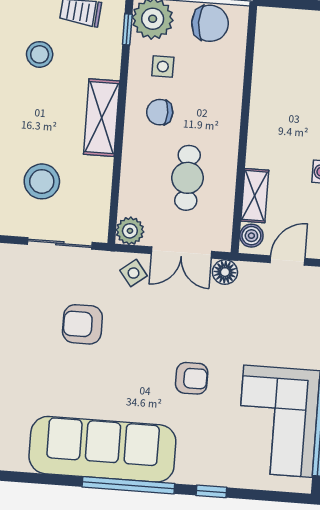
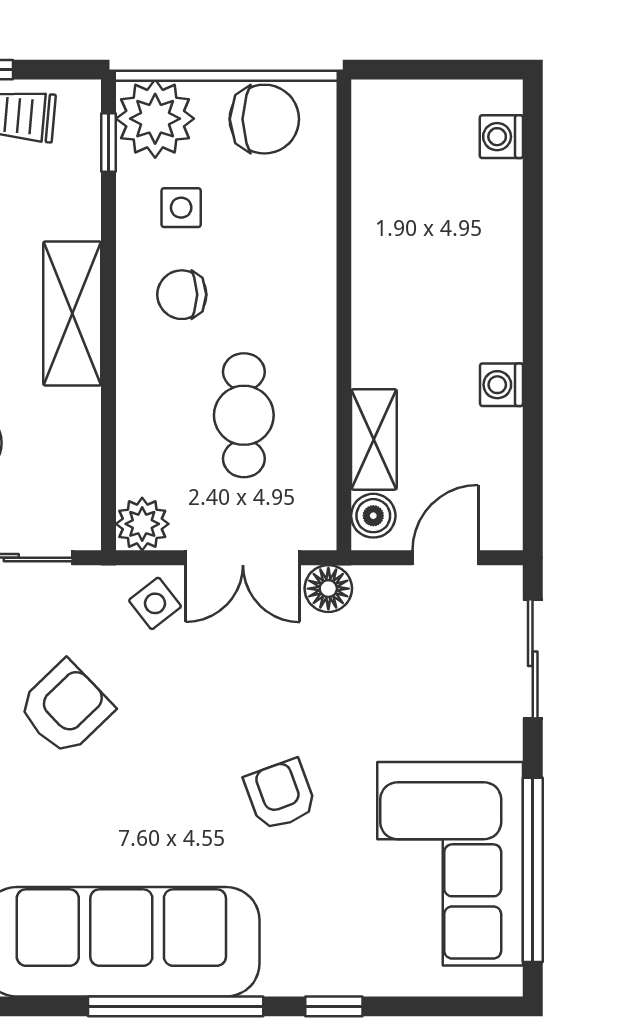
armchair: (82, 324) -> (65, 708), turned 136
armchair: (192, 378) -> (280, 795), turned -110

